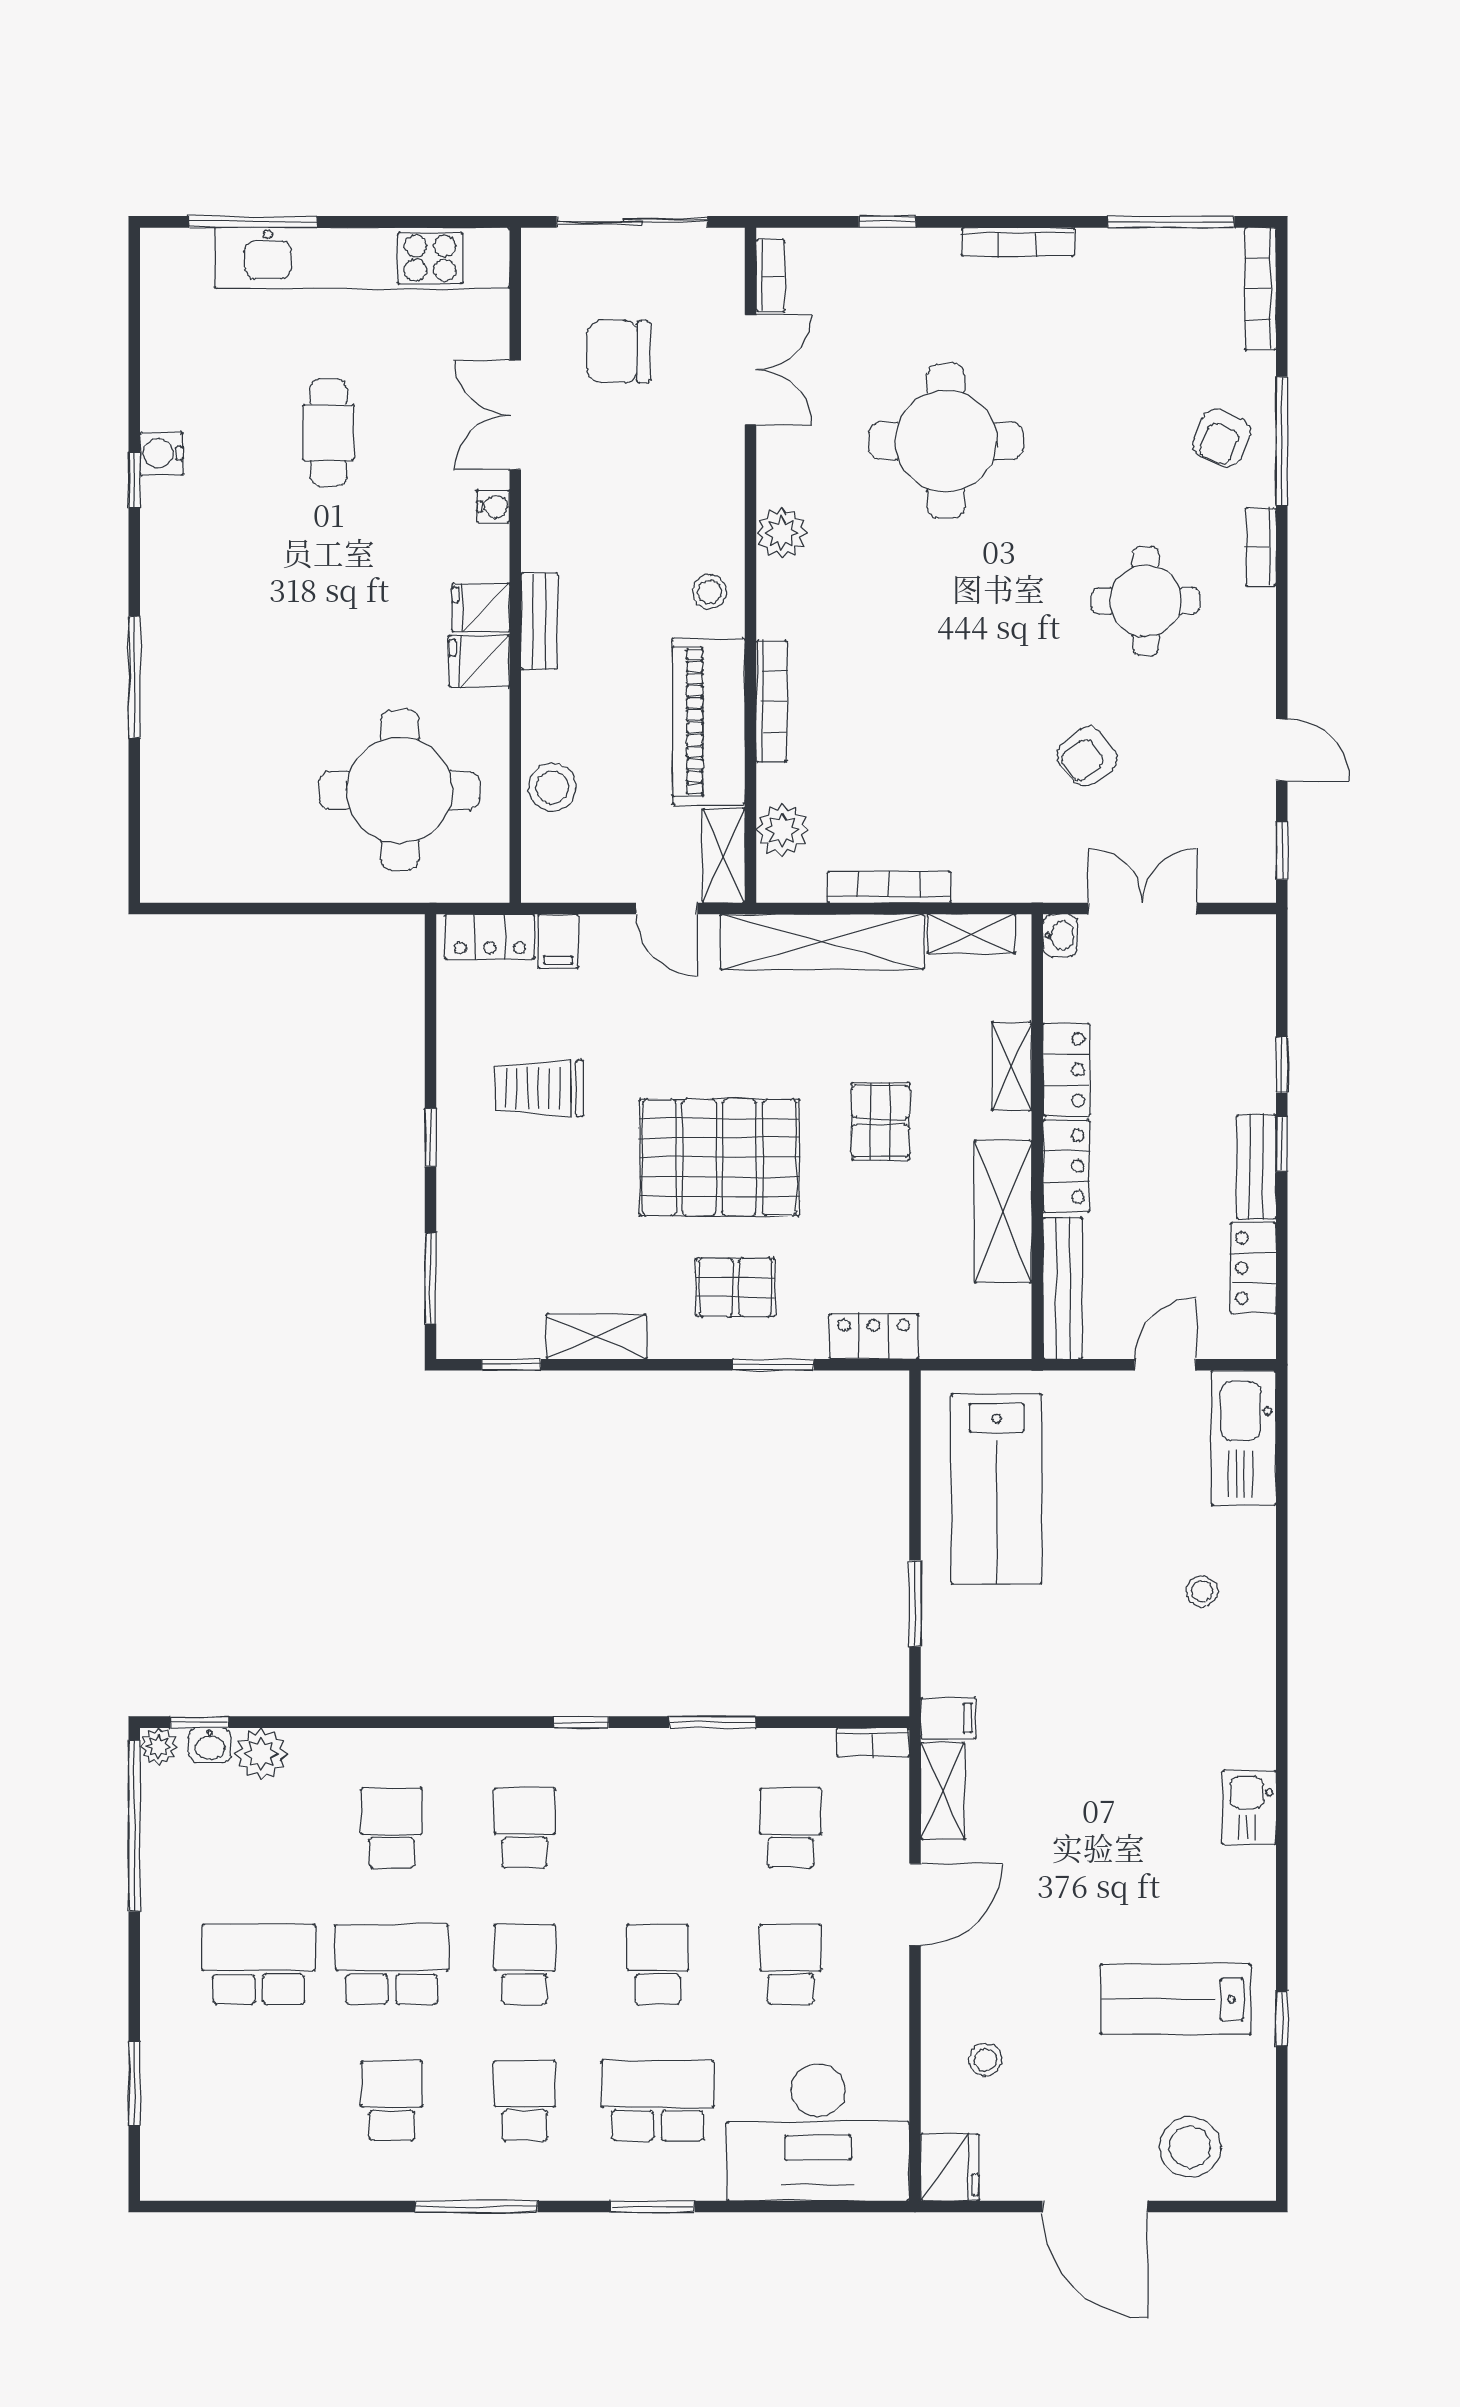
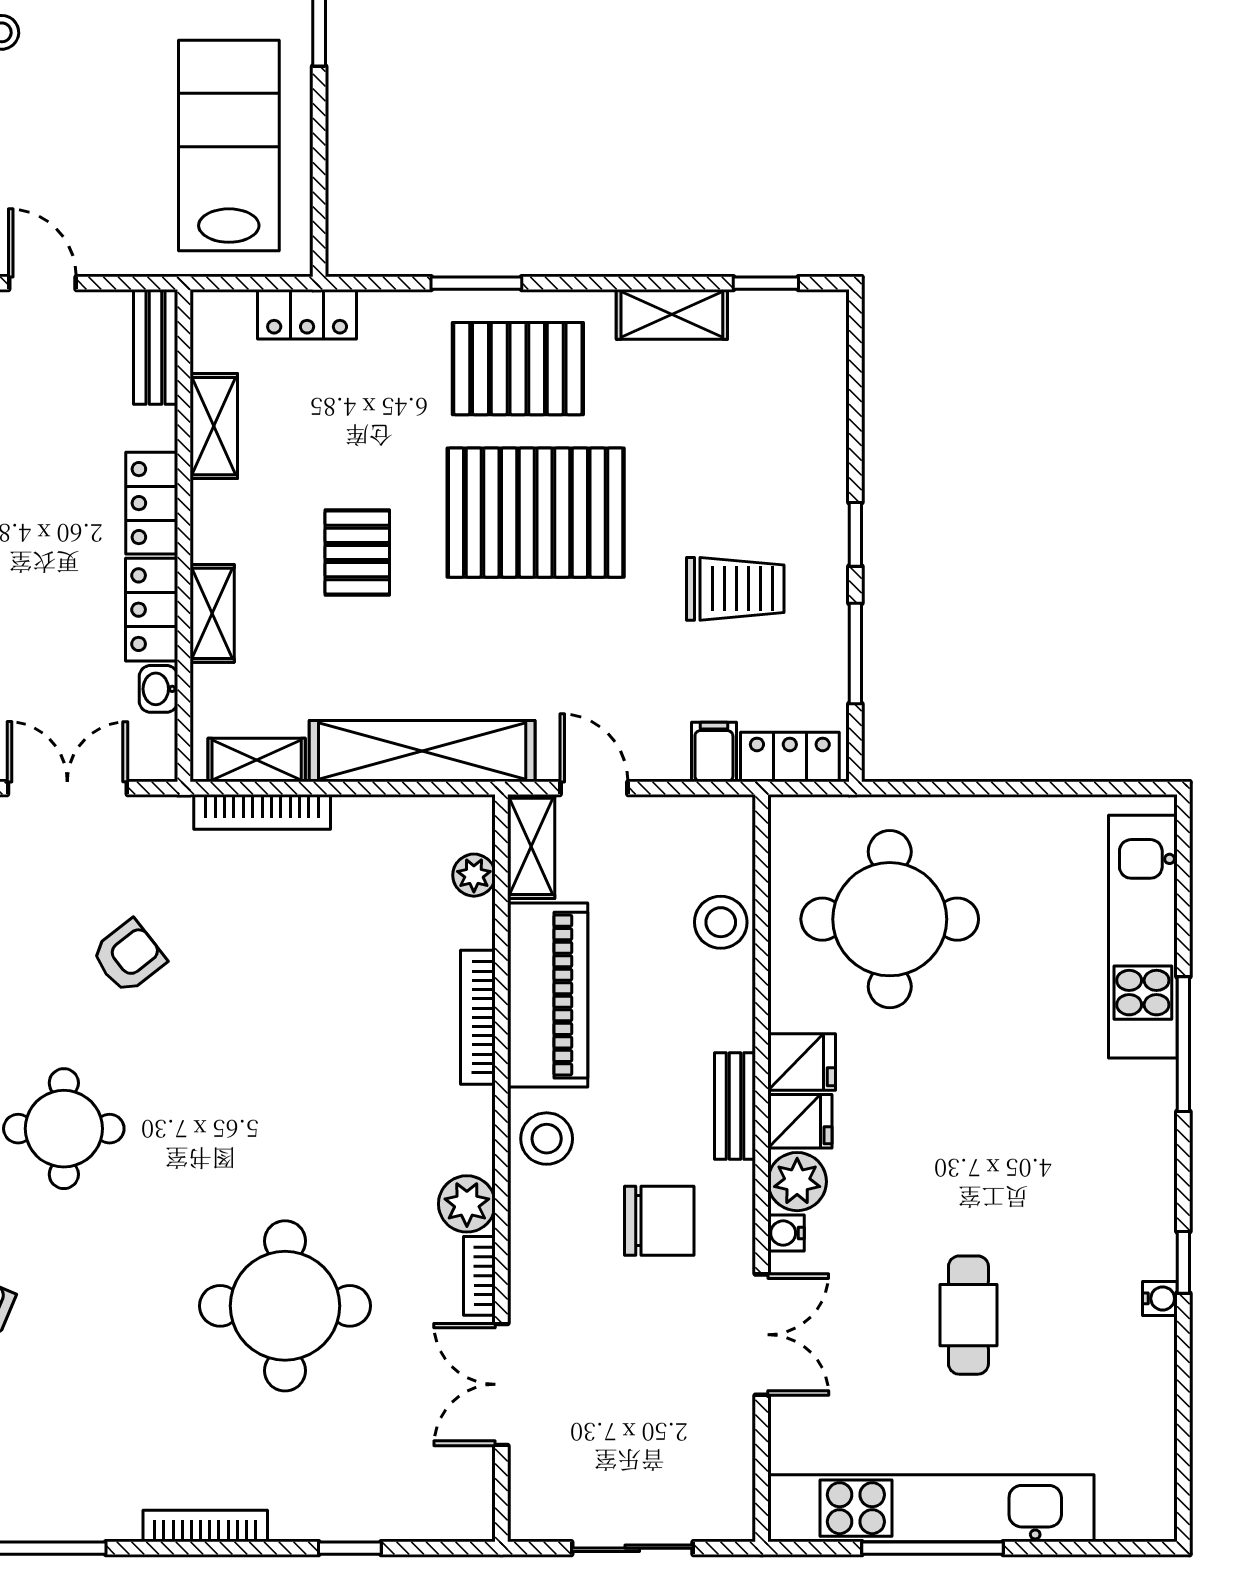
window: (253, 222) -> (932, 1548), moved
sliding door: (632, 222) -> (632, 1548), width x0.73
bookcase: (770, 276) -> (479, 1276), moved
chair: (618, 352) -> (659, 1221), moved
water cooler: (161, 453) -> (1160, 1298), width x0.72, depth x0.72
plant: (483, 553) -> (797, 1182), added
stool: (709, 592) -> (547, 1139), width x1.37, depth x1.37
kitchen unit: (171, 774) -> (1143, 937), added
plant: (782, 830) -> (474, 875), width x0.73, depth x0.73
bookcase: (889, 887) -> (262, 812), moved
double door: (1142, 909) -> (67, 788), swing flipped
washbasin: (1060, 935) -> (158, 689), moved
shelving: (1003, 1212) -> (214, 426), width x0.67, depth x0.75
window: (431, 1278) -> (855, 653), moved
pallet: (735, 1287) -> (518, 369), width x1.50, depth x1.42
bench: (1063, 1288) -> (156, 347), width x0.73
locker: (874, 1337) -> (307, 314), moved
door: (1165, 1365) -> (42, 283), swing flipped

